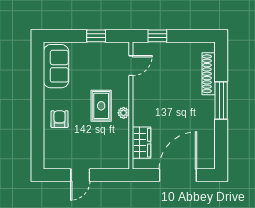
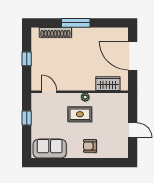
window: (157, 36) -> (27, 59), moved

